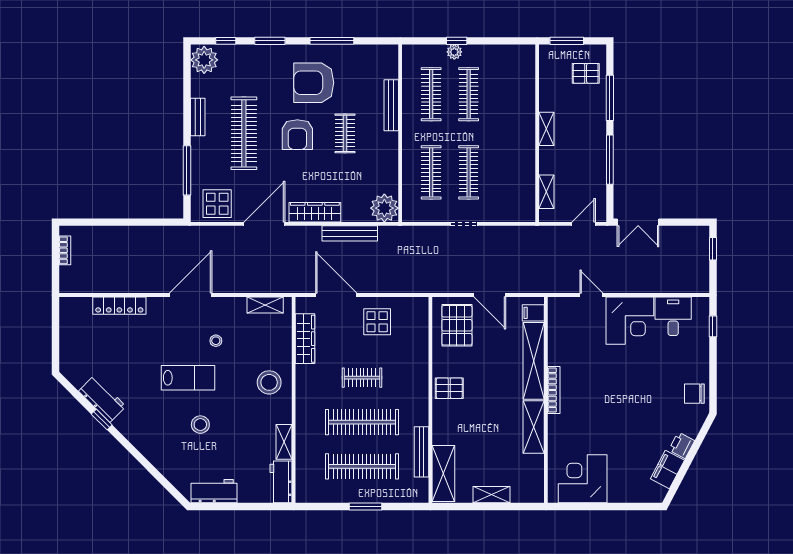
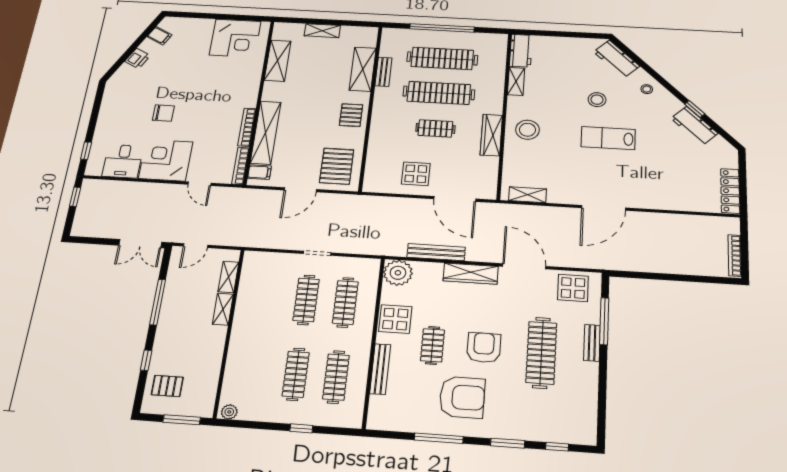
plant: (454, 52) -> (229, 412), moved
plant: (204, 60) -> (582, 429), removed
window: (610, 98) -> (146, 360), width x0.46
bench: (198, 117) -> (592, 343), moved
shelving: (546, 129) -> (223, 309), moved
display table: (382, 158) -> (395, 319), added
double door: (638, 222) -> (140, 244), swing flipped
door: (264, 224) -> (524, 266), swing flipped
window: (713, 249) -> (75, 197), moved
bookcase: (65, 250) -> (735, 255), width x1.56
door: (490, 295) -> (300, 190), swing flipped
locker: (119, 306) -> (730, 191), moved, turned -90
bookcase: (553, 319) -> (240, 166), added
wardrobe: (305, 339) -> (491, 135), moved
stool: (216, 341) -> (647, 89), moved
pallet: (449, 388) -> (351, 115), turned 90
bookcase: (554, 390) -> (247, 127), moved
chair: (694, 394) -> (163, 113), moved
shelving: (534, 427) -> (278, 61), moved
bench: (422, 452) -> (383, 72), width x0.73
filing cabinet: (667, 469) -> (159, 36), width x0.50
shelving: (443, 473) -> (363, 69), moved
workbench: (214, 491) -> (617, 59), moved, turned 45
window: (365, 506) -> (442, 28), width x2.11

